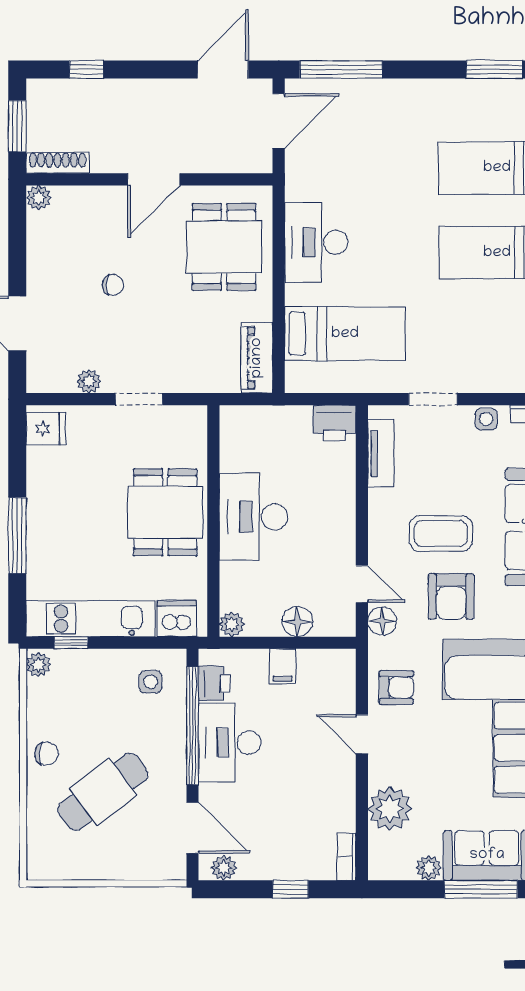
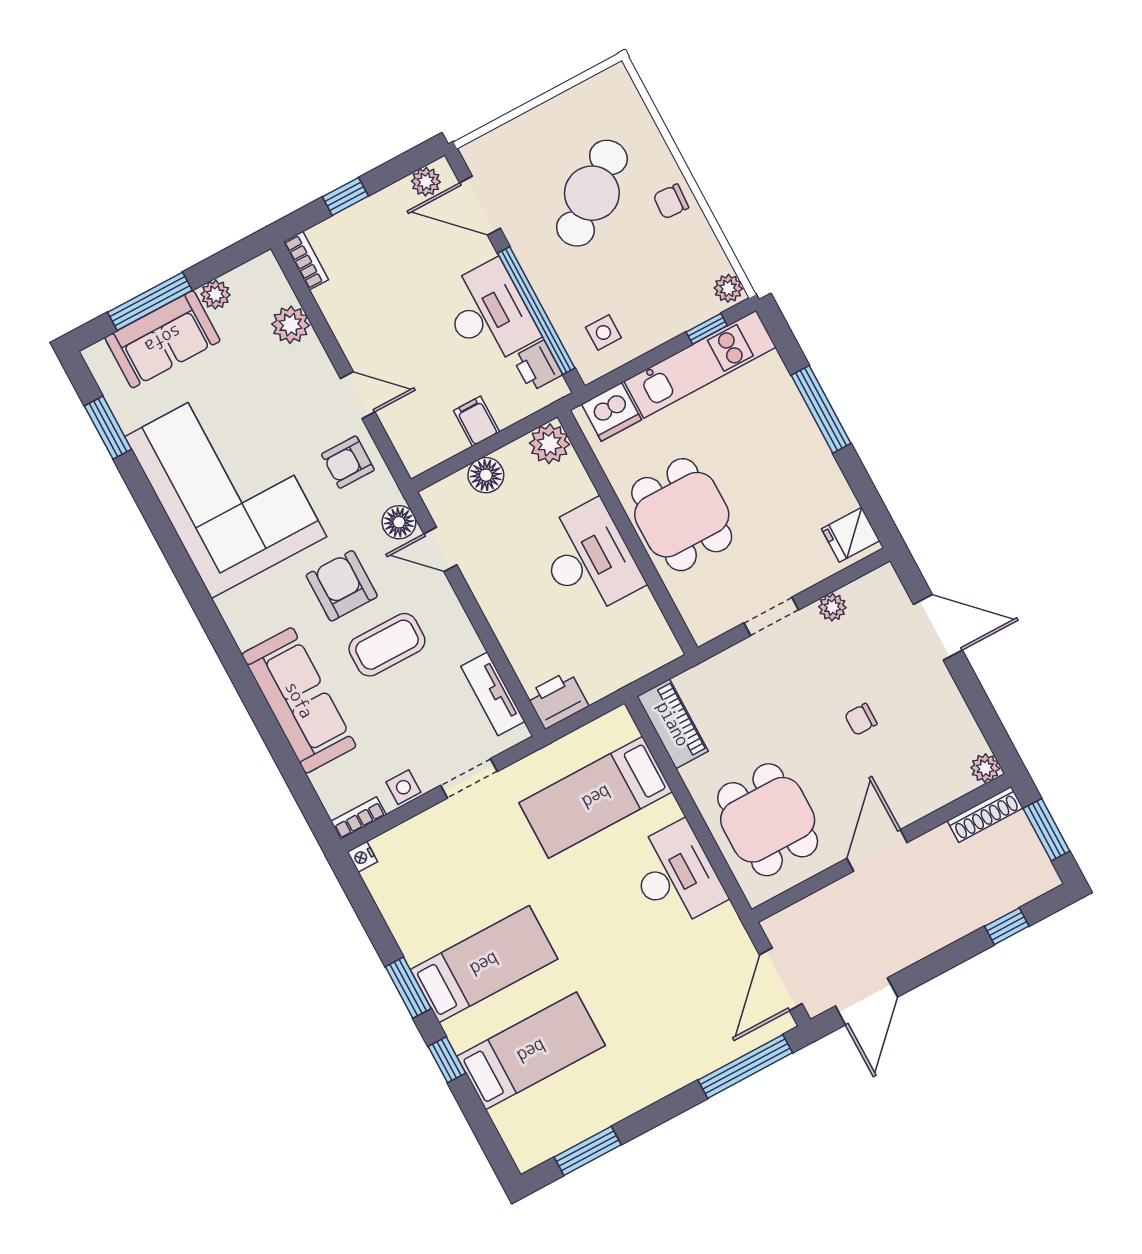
plant: (232, 624) -> (549, 444), width x1.38, depth x1.38
plant: (390, 809) -> (291, 325), width x0.73, depth x0.73

